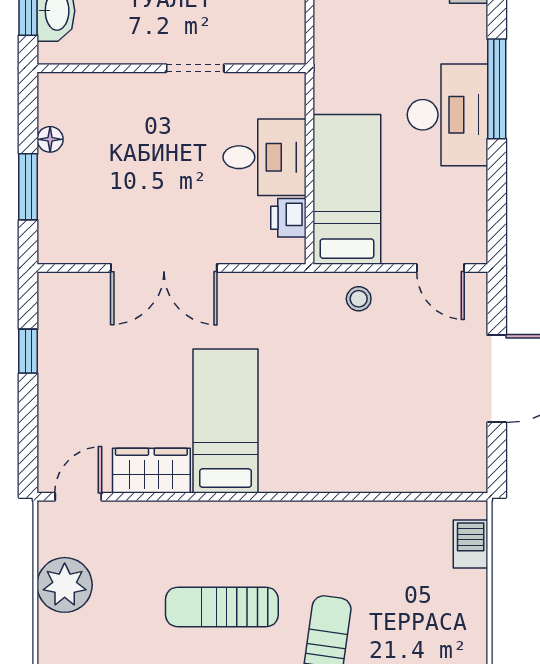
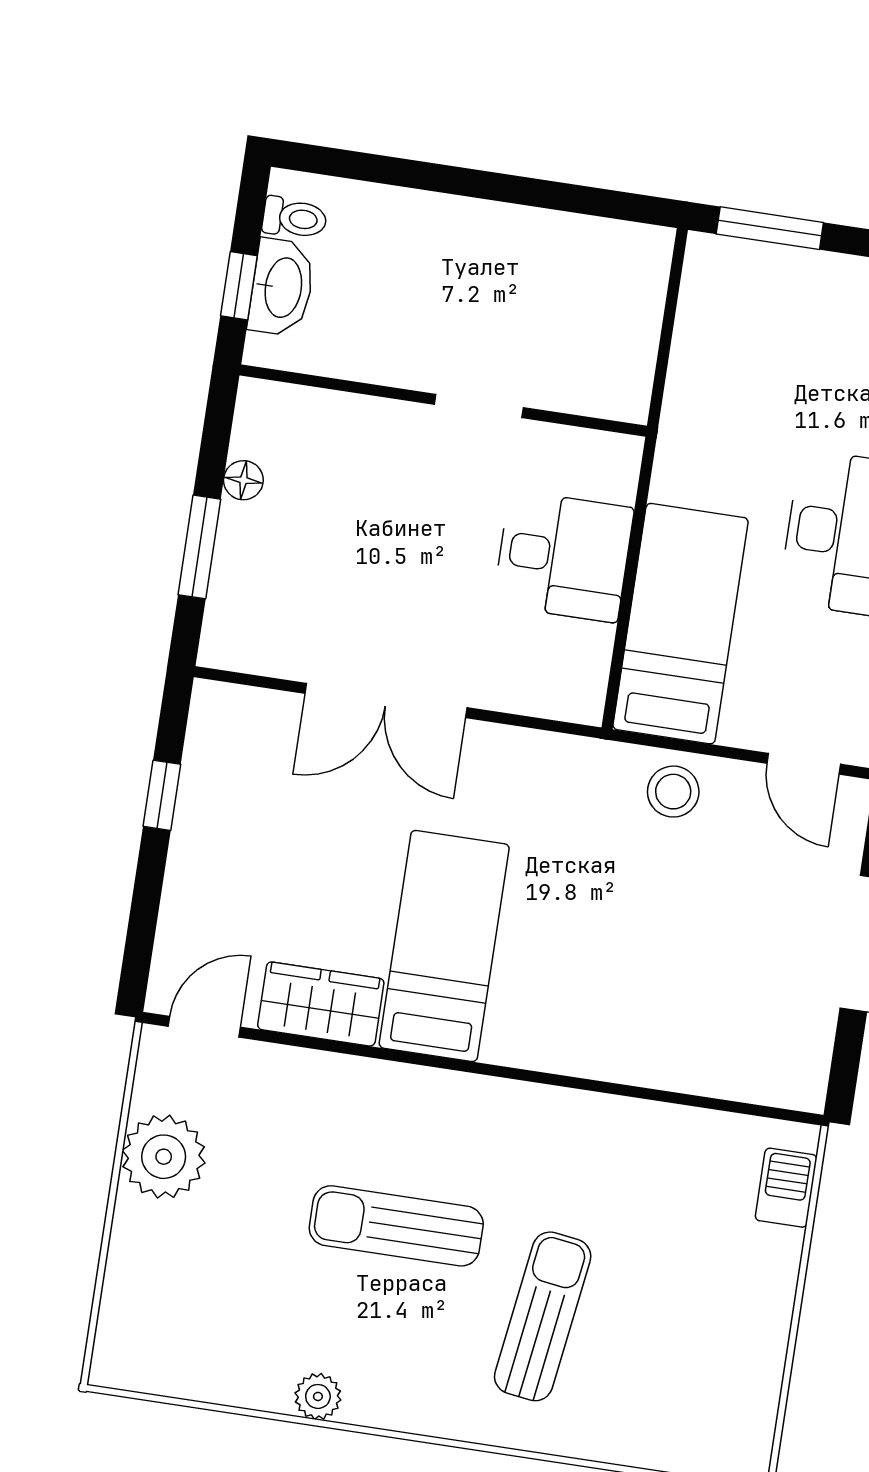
printer: (288, 218) -> (586, 653), removed
stool: (359, 299) -> (673, 792), width x1.37, depth x1.37

